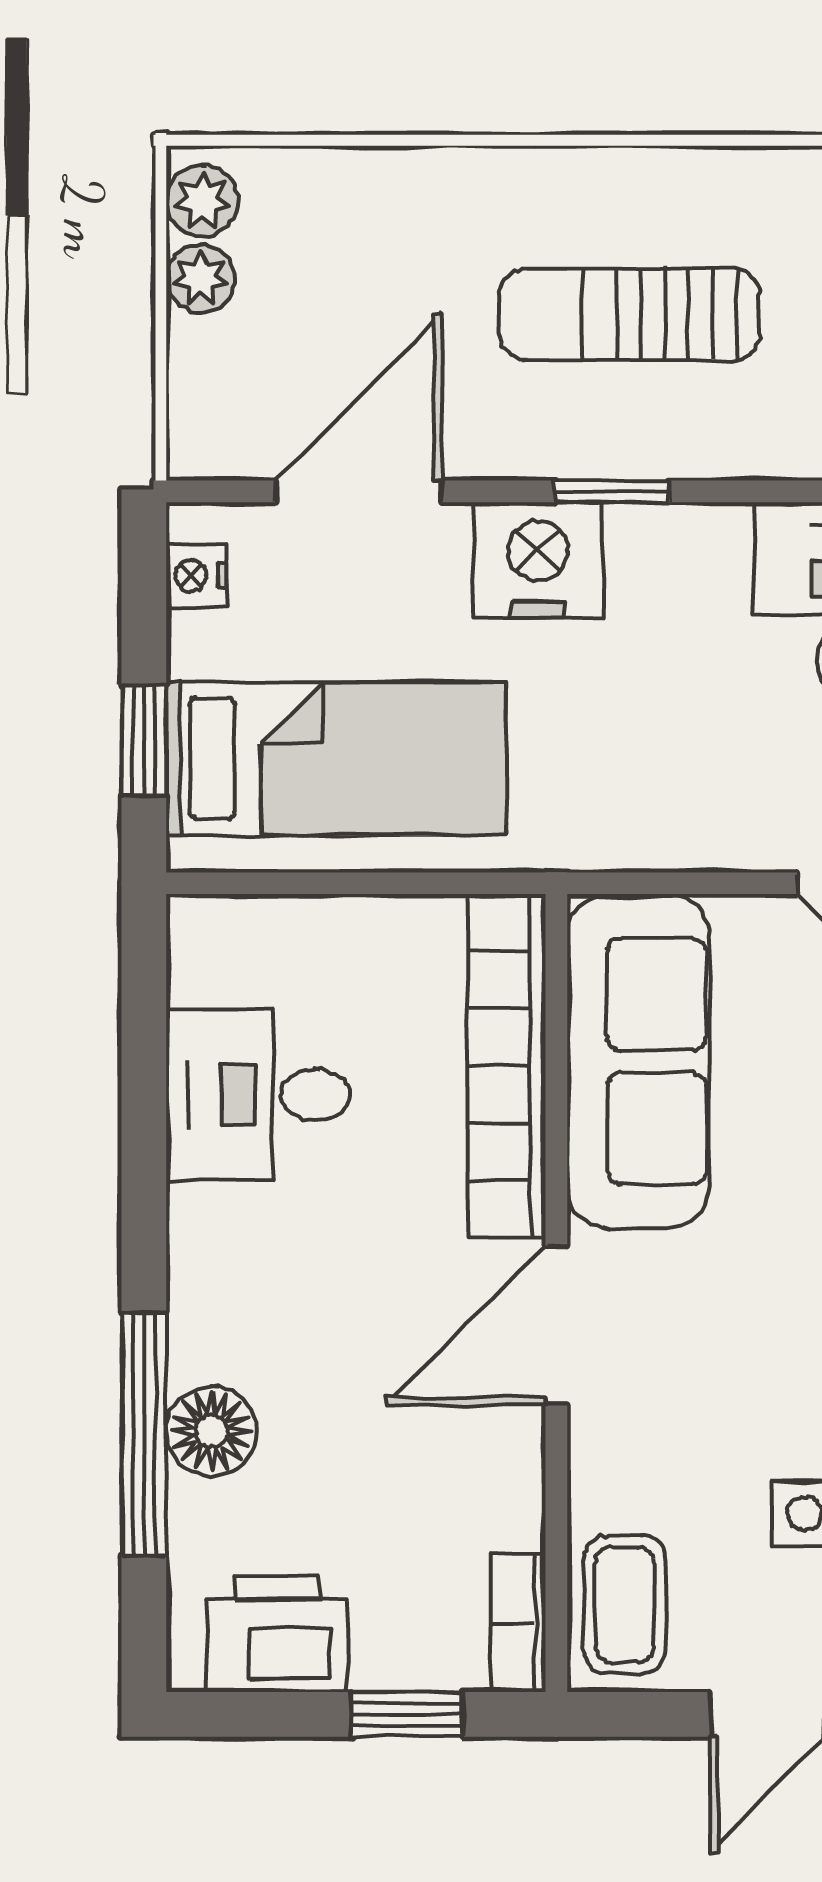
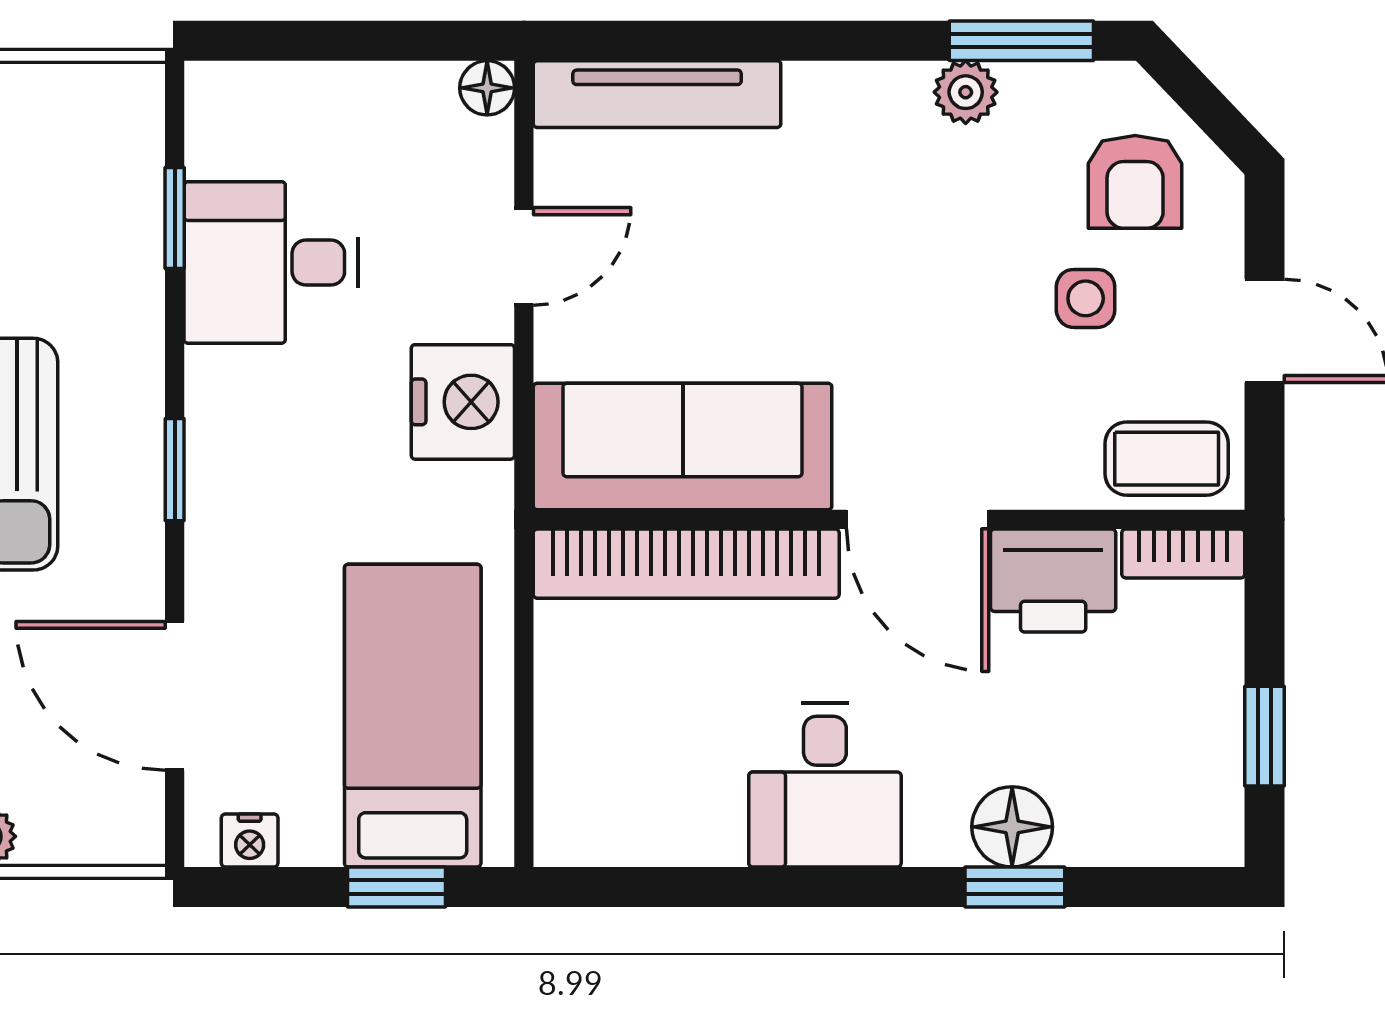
nightstand: (538, 560) -> (463, 402), moved, turned 180
desk: (258, 1095) -> (825, 785), moved
window: (144, 1434) -> (1015, 887), width x0.46
printer: (277, 1634) -> (1053, 581), moved, turned -90
window: (407, 1714) -> (1264, 736), moved

